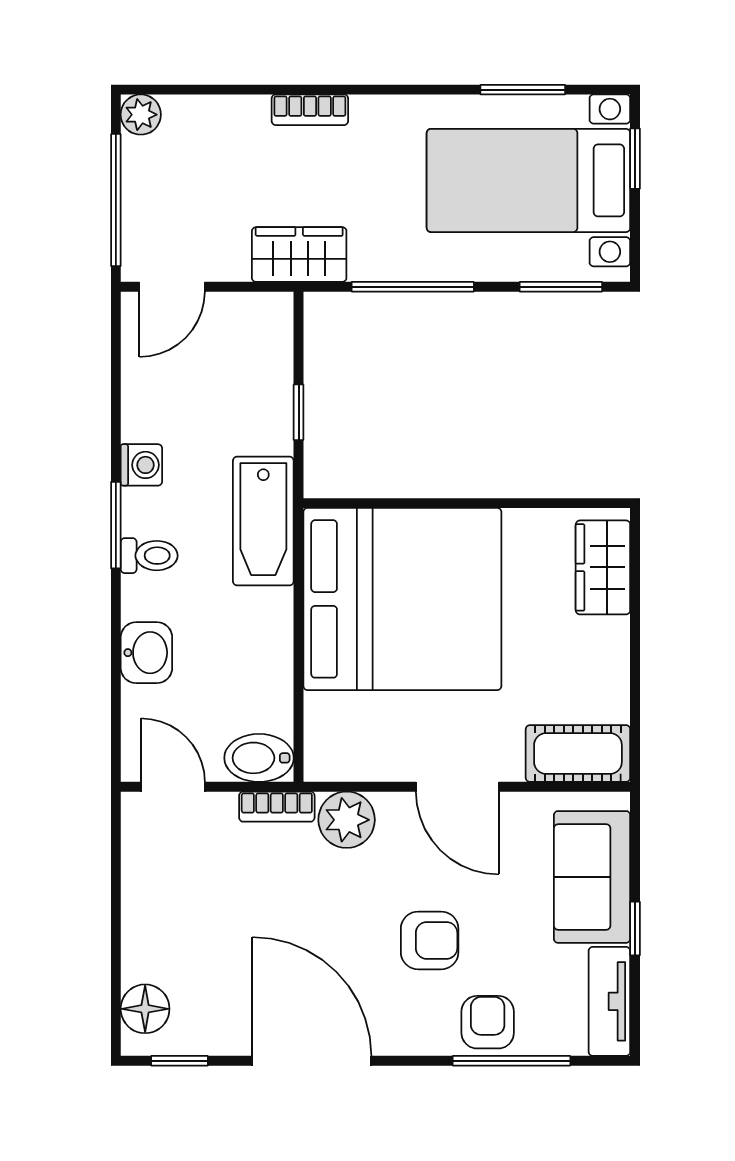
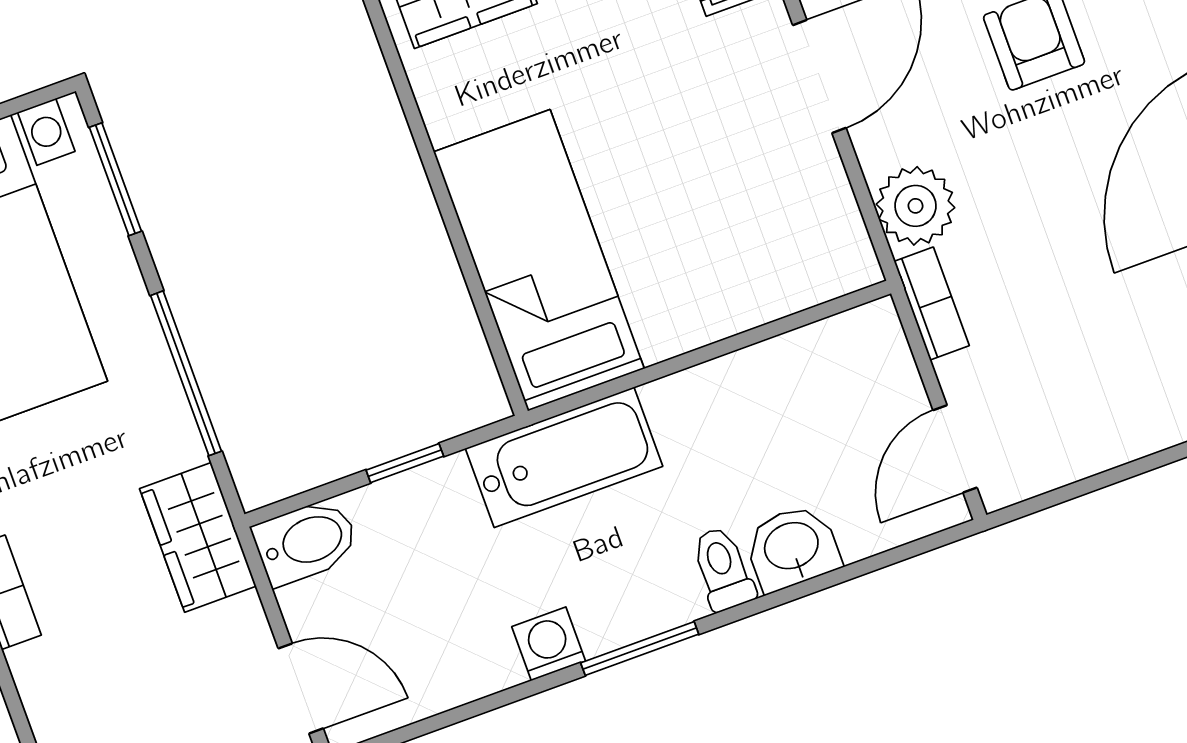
toilet: (149, 556) -> (723, 569), moved
bed: (402, 599) -> (539, 260), width x0.49
bidet: (259, 758) -> (306, 542), moved, turned -90

